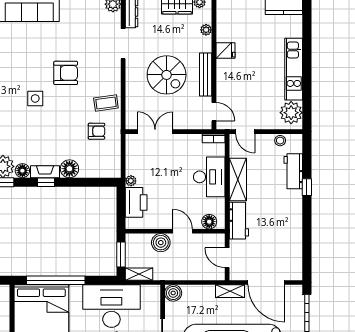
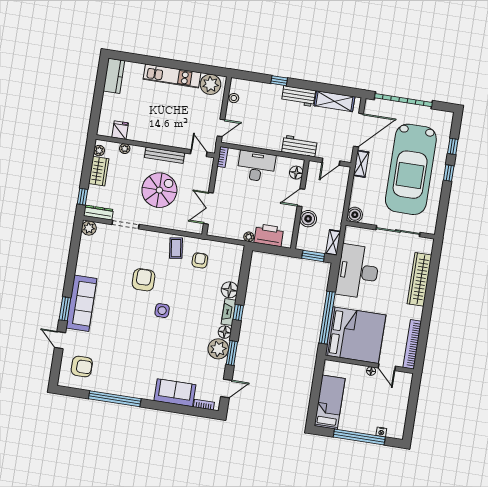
fridge: (225, 51) -> (120, 130), moved
door: (214, 112) -> (199, 153), hinge flipped
workbench: (293, 171) -> (298, 96), moved
shelving: (238, 180) -> (334, 101), moved

